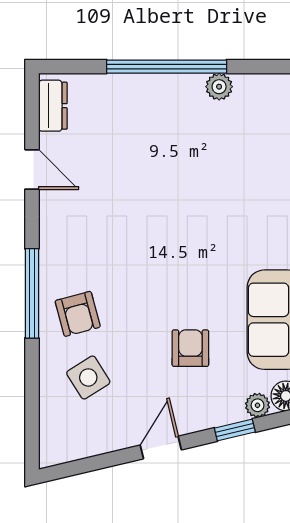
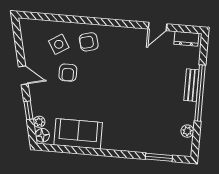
bench: (151, 86) -> (191, 85), added
plant: (219, 87) -> (187, 131), moved
window: (32, 293) -> (100, 22), removed
armchair: (190, 348) -> (68, 73), moved, turned 90

